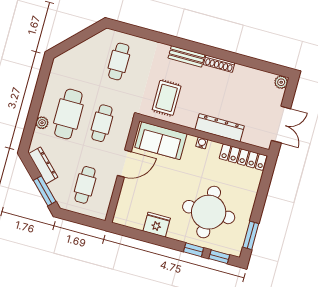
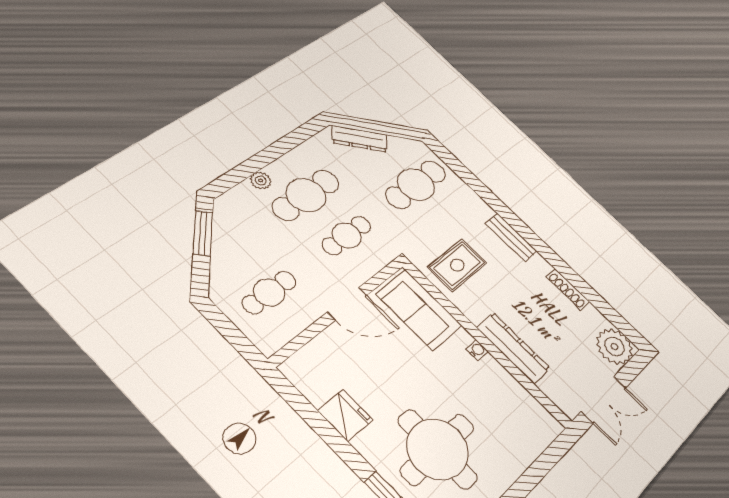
cafe table: (119, 61) -> (416, 185), width x1.37, depth x1.35
shoe rack: (219, 64) -> (568, 289), moved
plant: (281, 82) -> (615, 347), width x1.87, depth x1.87
locker: (243, 157) -> (529, 407), removed
dresser: (43, 165) -> (360, 139), moved, turned 90
window: (45, 191) -> (203, 233), moved

